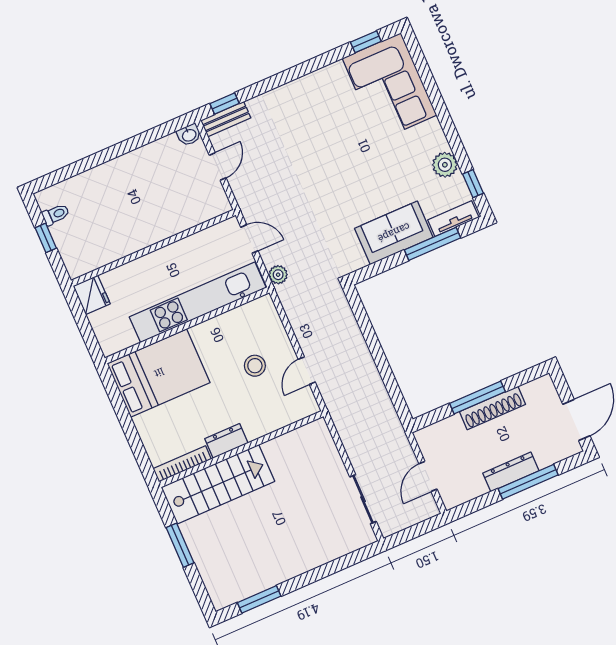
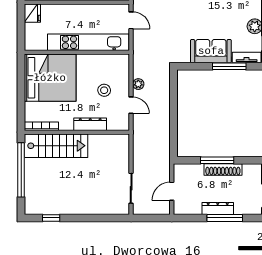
plant: (278, 275) -> (138, 84), moved
door: (307, 371) -> (131, 105), swing flipped
bed: (159, 373) -> (50, 78), width x1.36
dresser: (226, 441) -> (90, 124), moved, width x1.44
window: (180, 545) -> (21, 170), width x2.11
window: (259, 599) -> (51, 218), width x0.67

